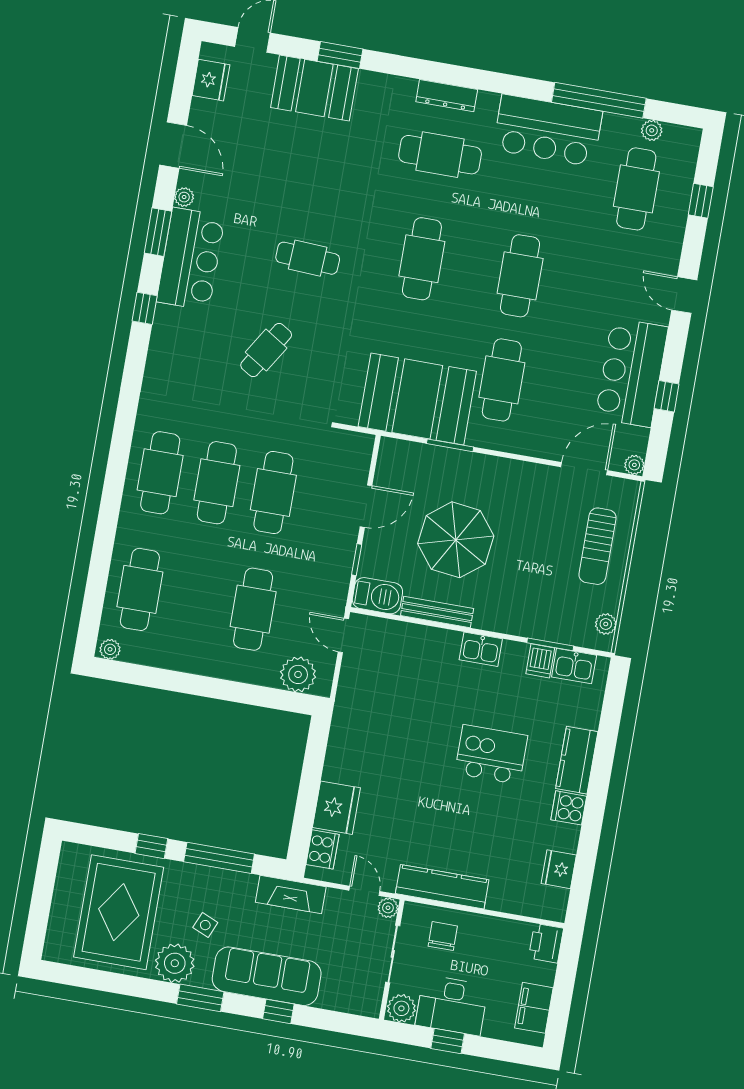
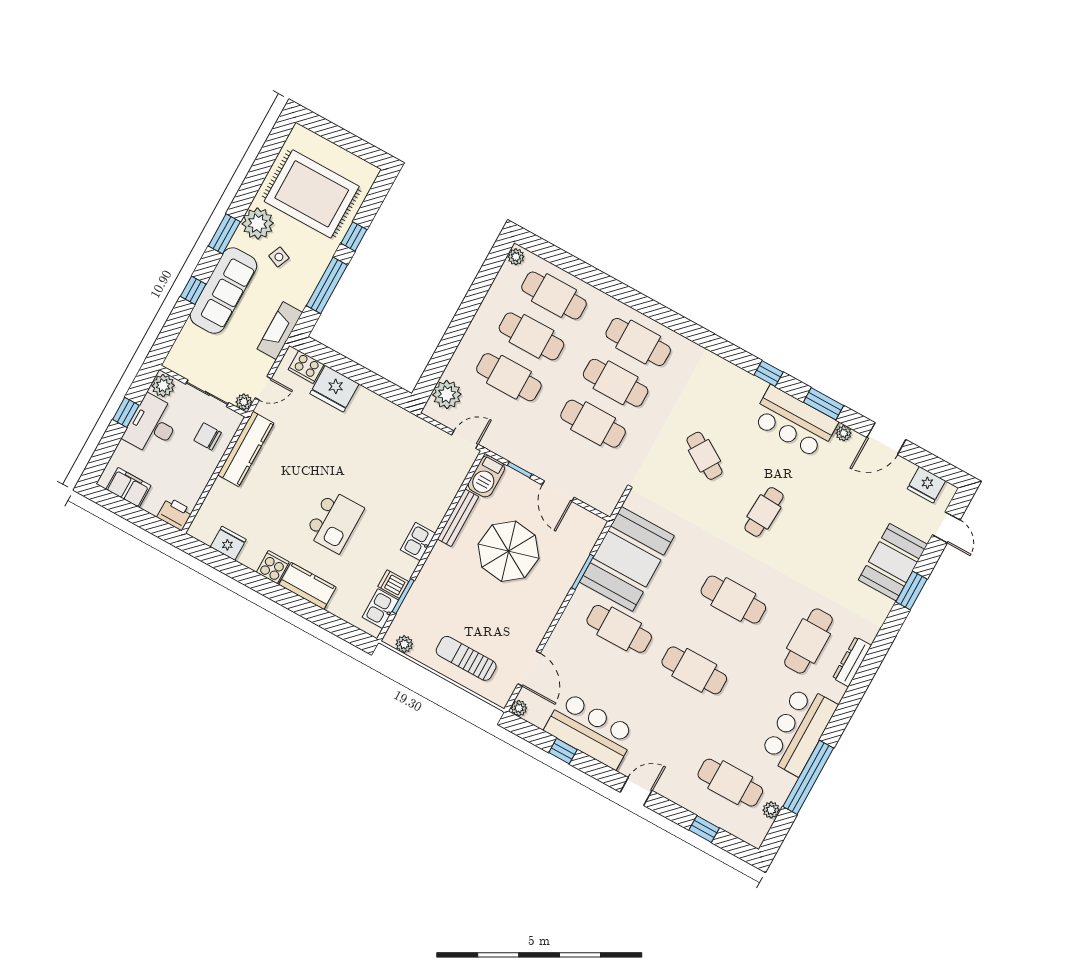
cafe table: (196, 599) -> (531, 336), added
chair: (443, 936) -> (208, 436), turned 180

